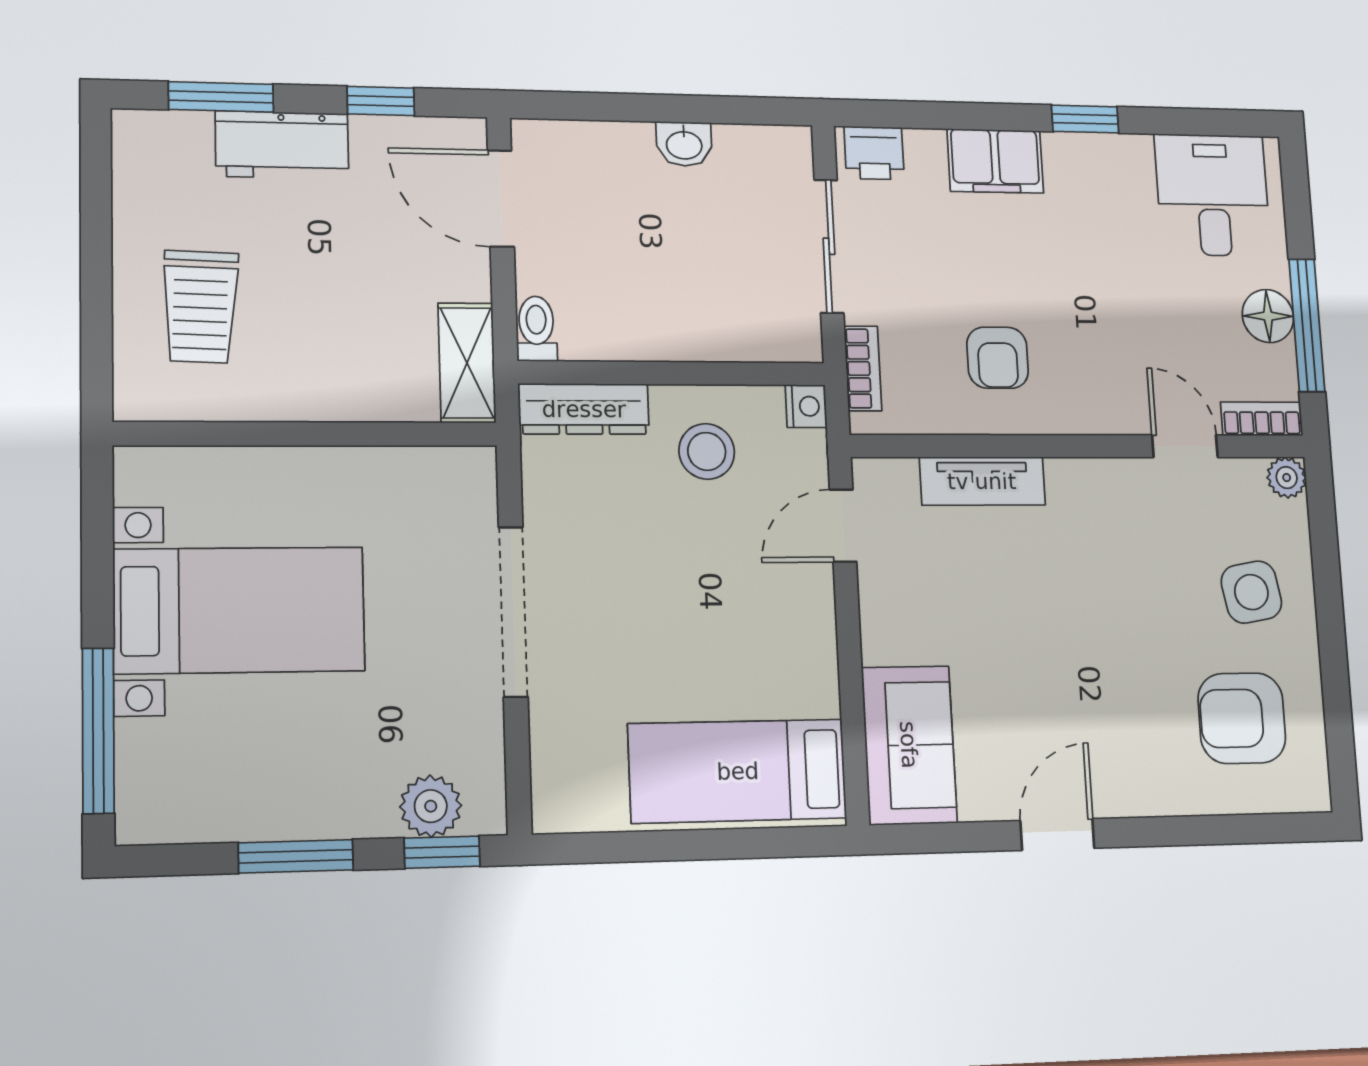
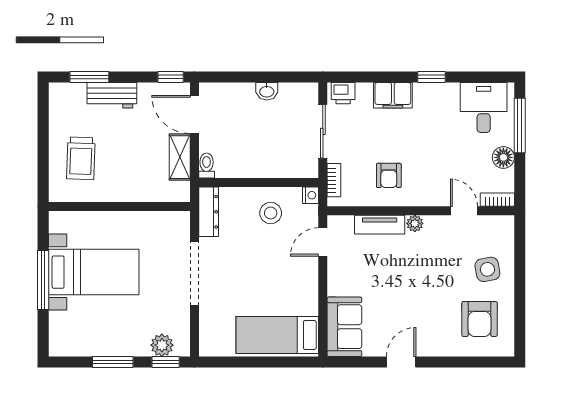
window: (381, 101) -> (171, 77), moved
window: (1307, 325) -> (520, 126), moved
shelving: (467, 363) -> (180, 157), moved
dresser: (584, 409) -> (209, 212), moved, turned -90
plant: (1287, 478) -> (415, 223), moved
armchair: (1242, 718) -> (480, 319), turned -90
window: (98, 731) -> (43, 280), moved

